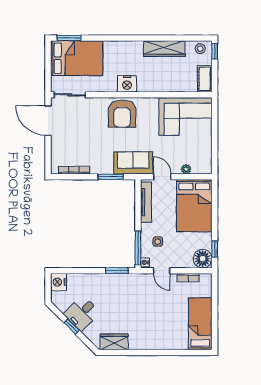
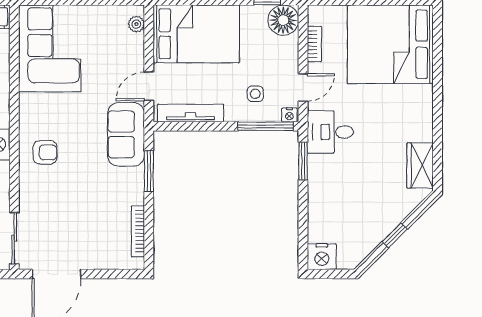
armchair: (122, 114) -> (45, 152), width x0.53, depth x0.53
plant: (186, 169) -> (136, 24), moved
desk: (82, 313) -> (330, 132), moved, turned 135
bed: (200, 324) -> (390, 44), width x2.04

